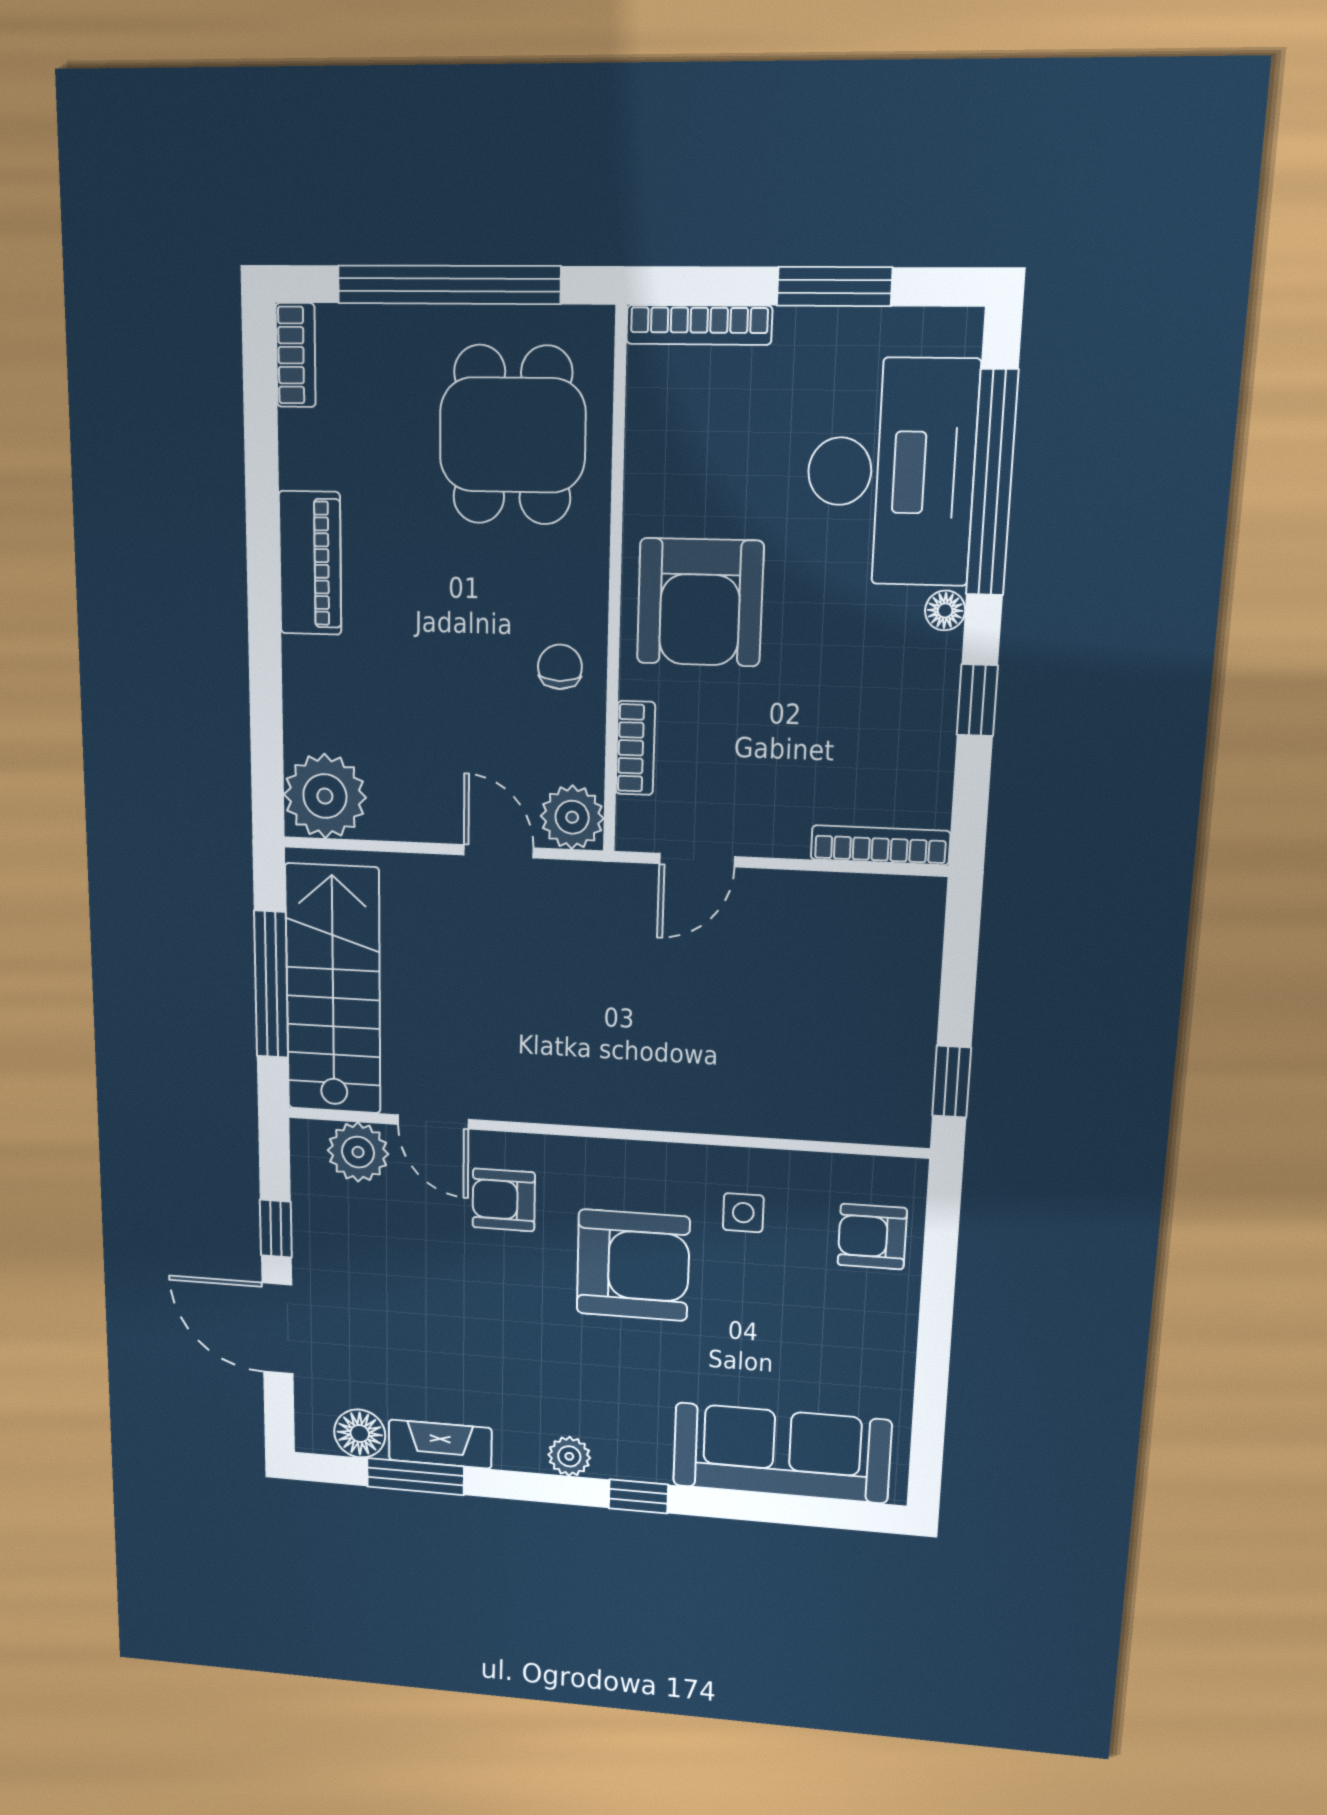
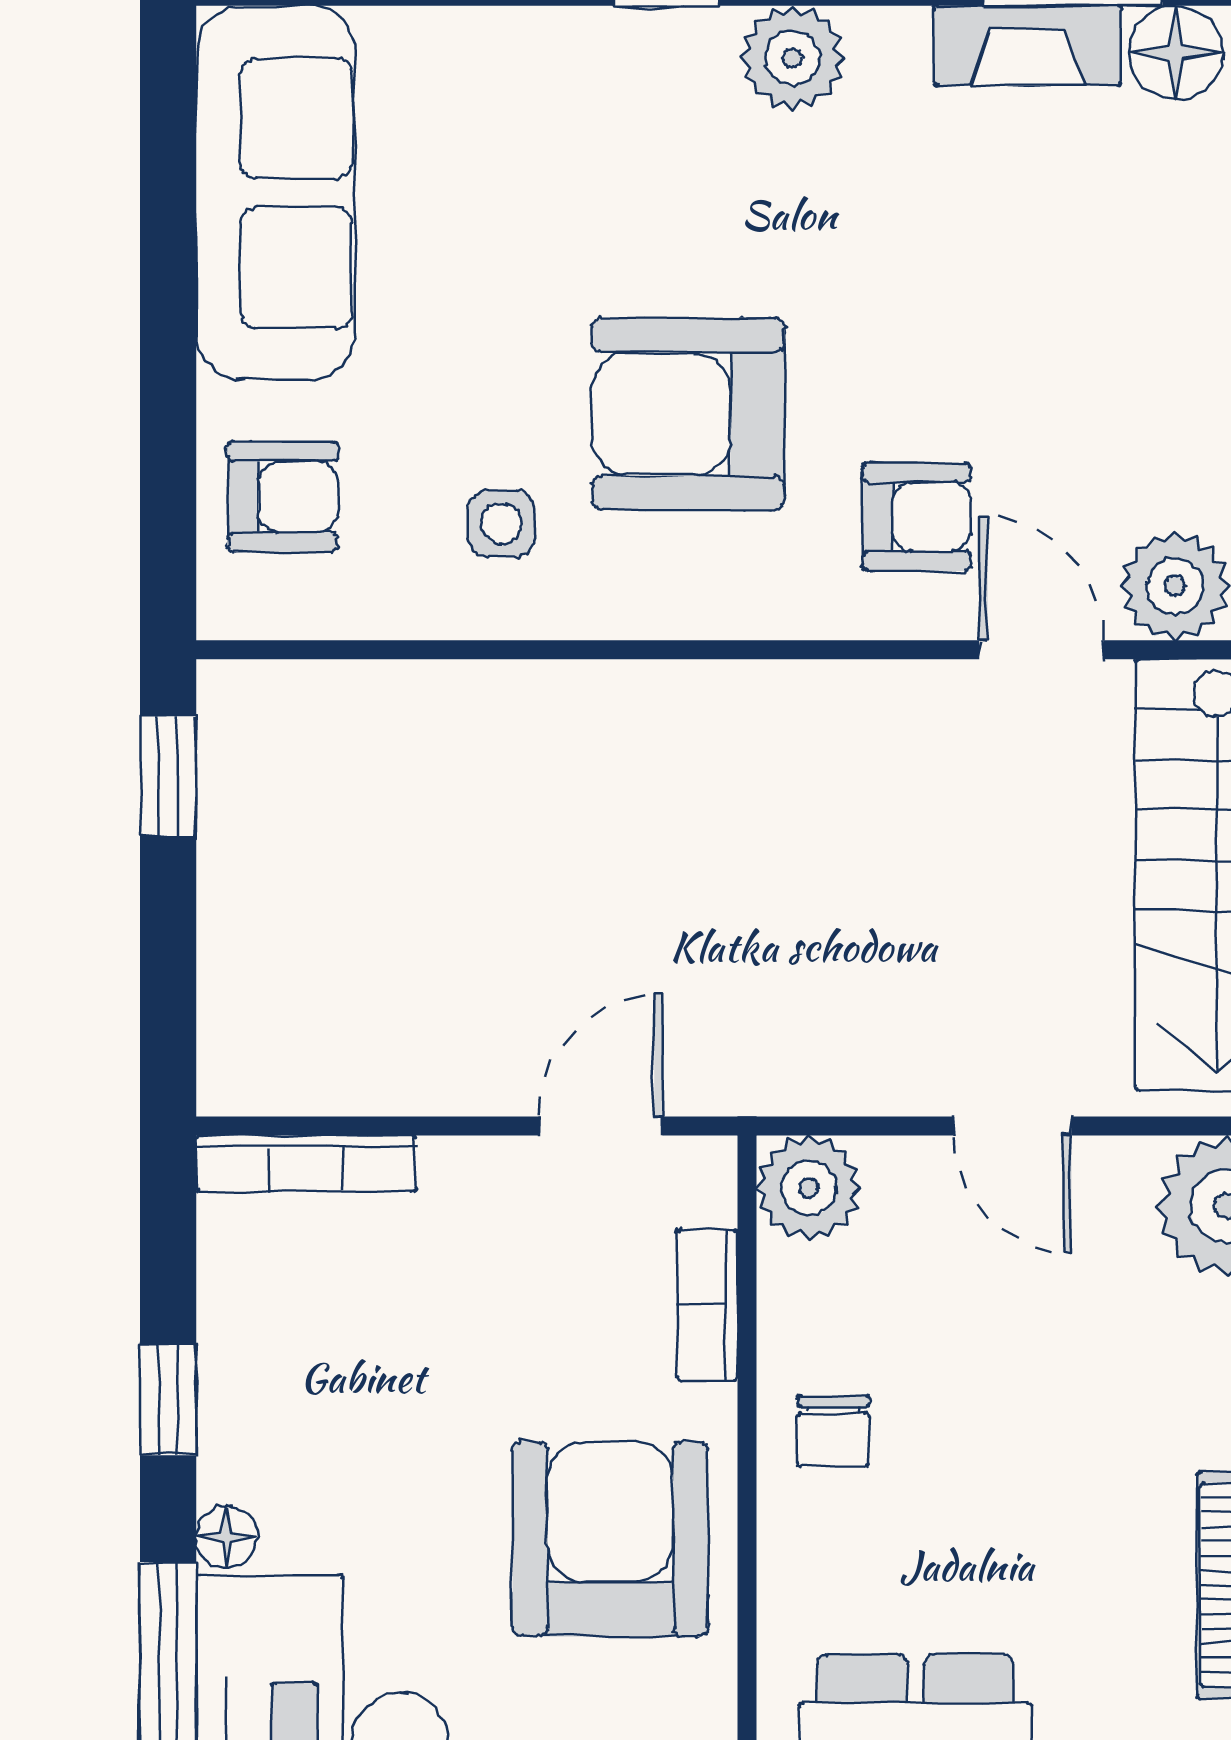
door: (499, 851) -> (1013, 1126), moved
sofa: (781, 1453) -> (276, 193), moved, turned -90
plant: (569, 1456) -> (793, 58), width x1.38, depth x1.38

